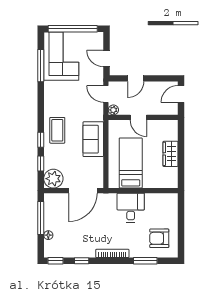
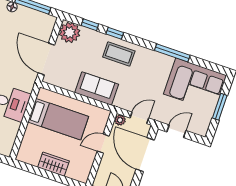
window: (73, 29) -> (220, 107), width x0.47
window: (41, 66) -> (172, 53), moved
door: (136, 78) -> (145, 155), width x1.87

